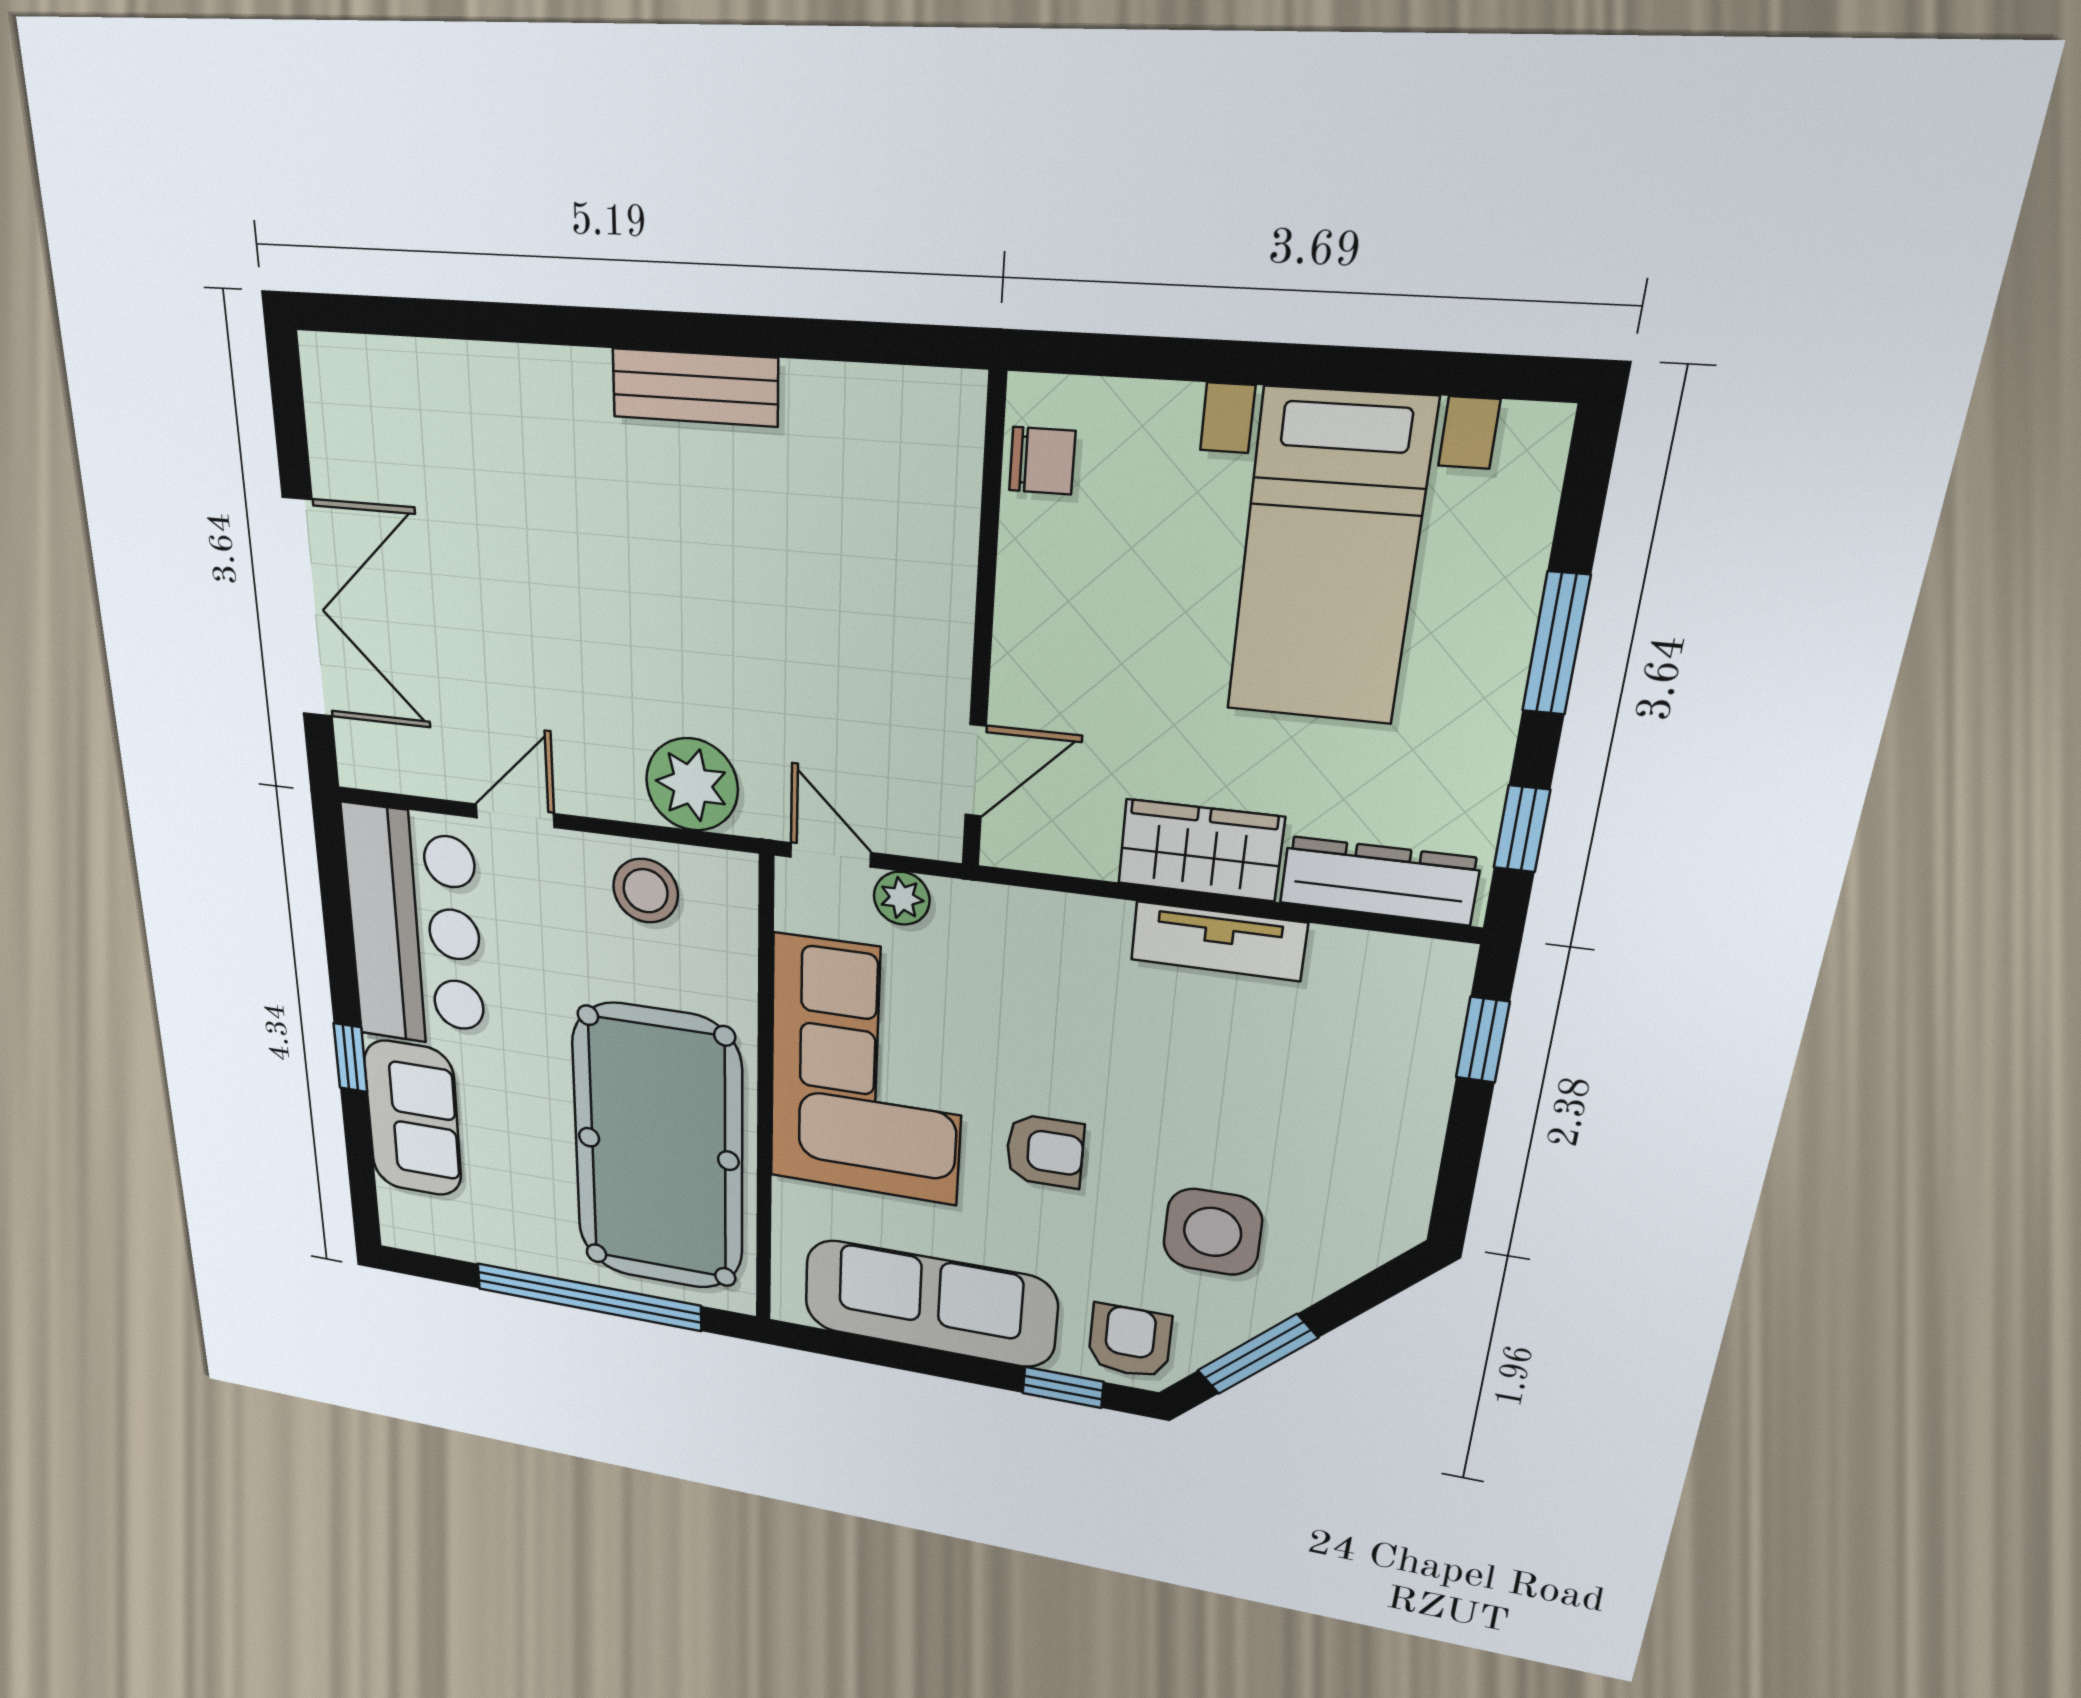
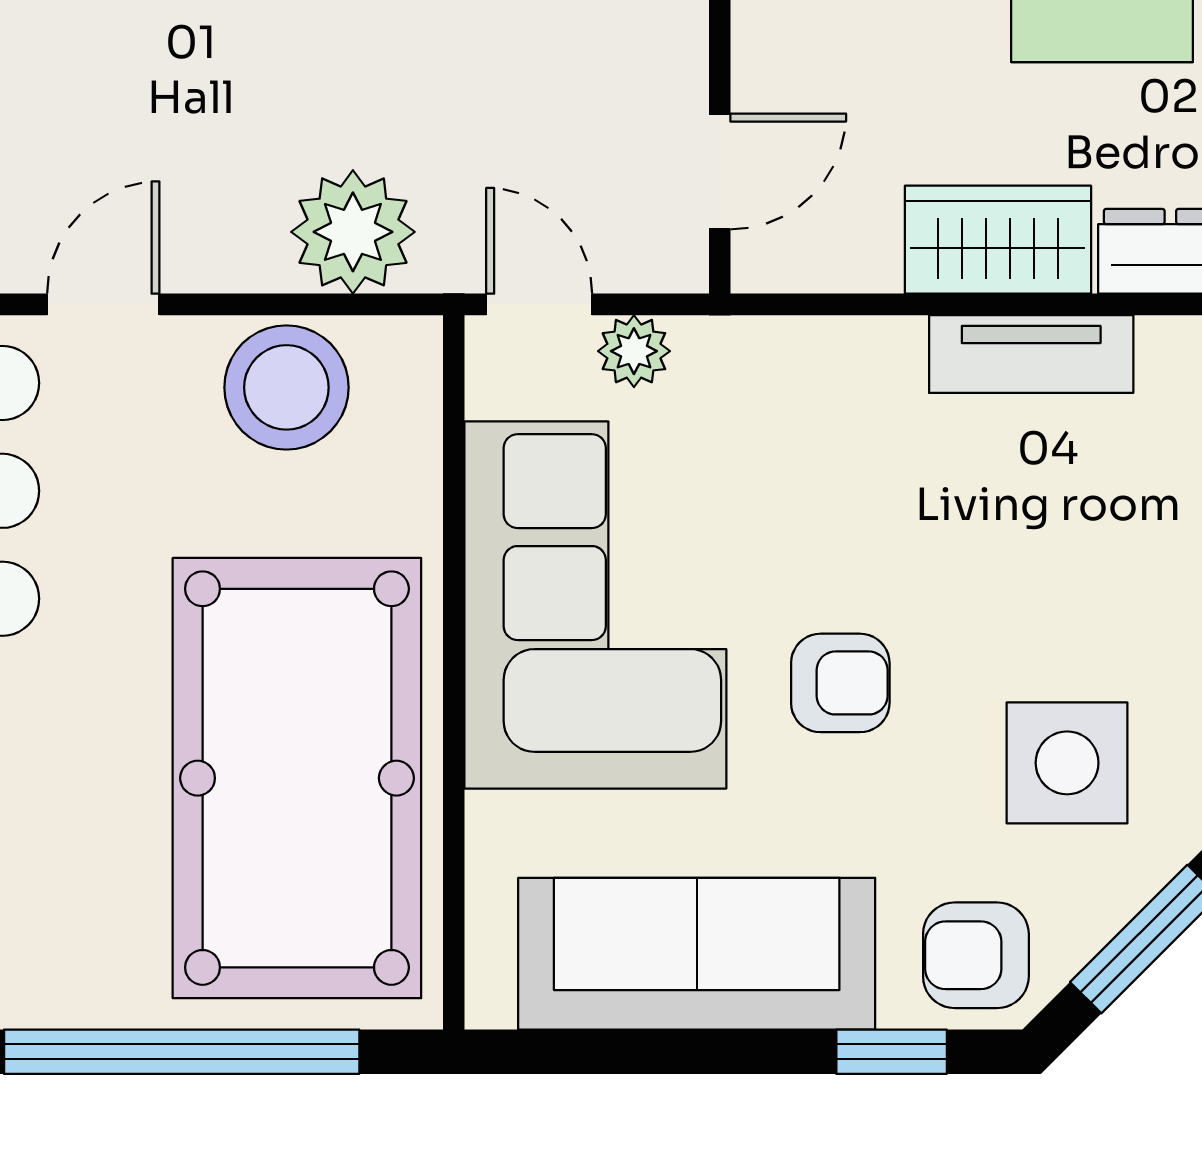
stool: (646, 891) -> (286, 387), width x1.38, depth x1.38
armchair: (1130, 1341) -> (976, 955), turned -90

